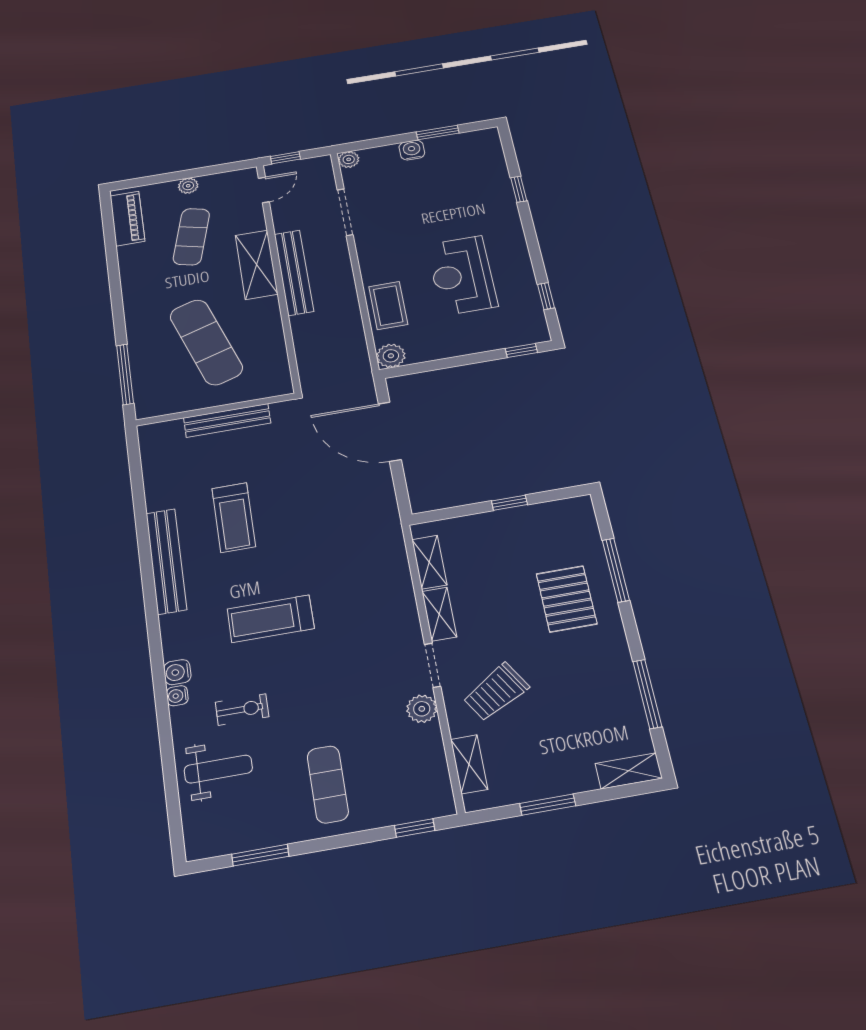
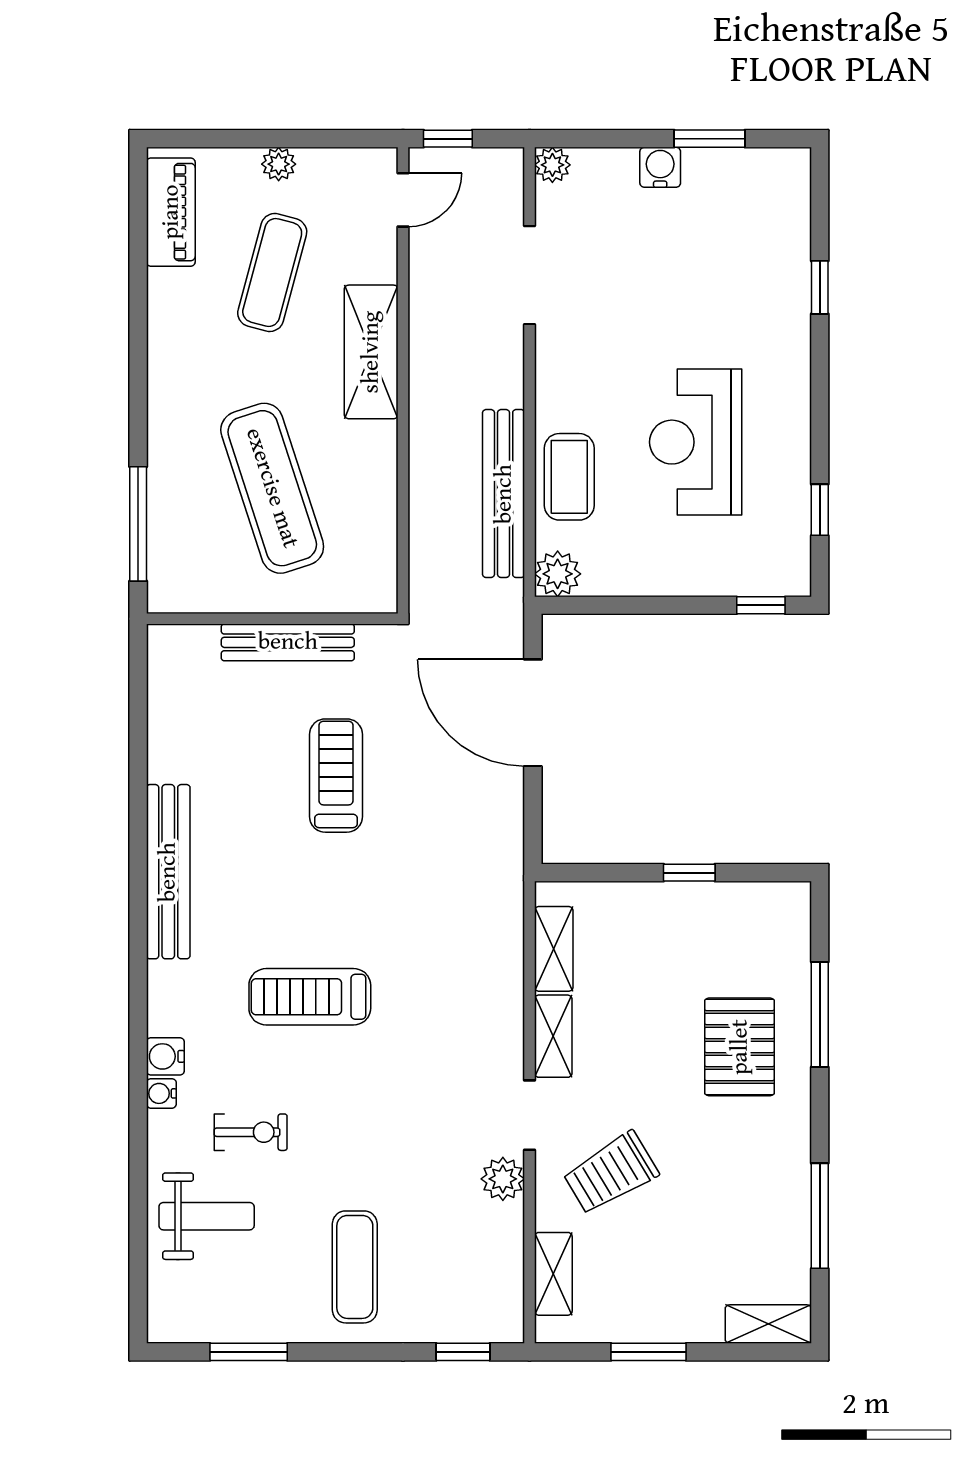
bench: (294, 272) -> (504, 494), moved
treadmill: (234, 517) -> (336, 776), moved, turned 180

